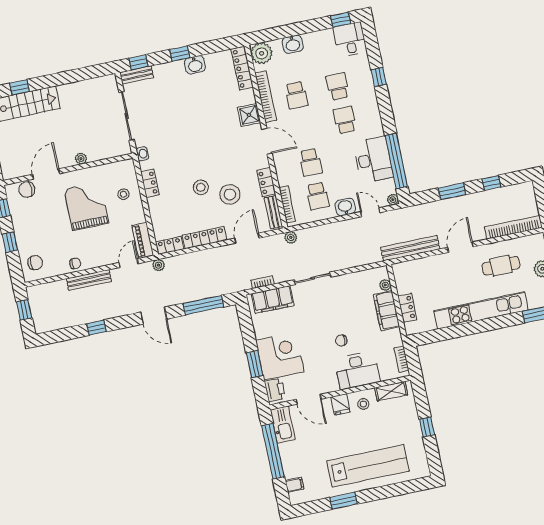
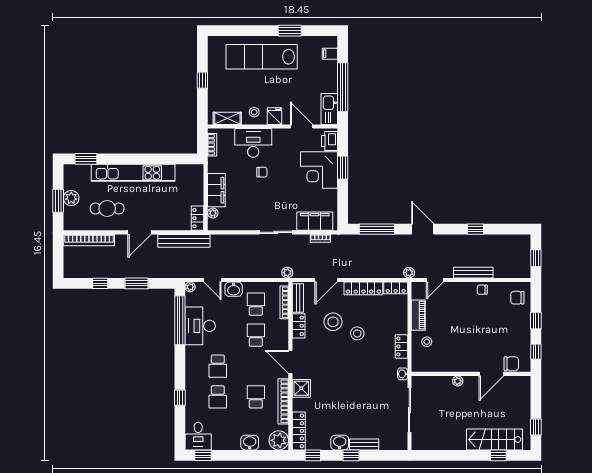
window: (139, 62) -> (313, 455), moved
bench: (137, 75) -> (364, 445), moved
grand piano: (86, 206) -> (462, 338), removed
piano: (143, 240) -> (418, 315), moved
locker: (407, 308) -> (198, 218), moved

